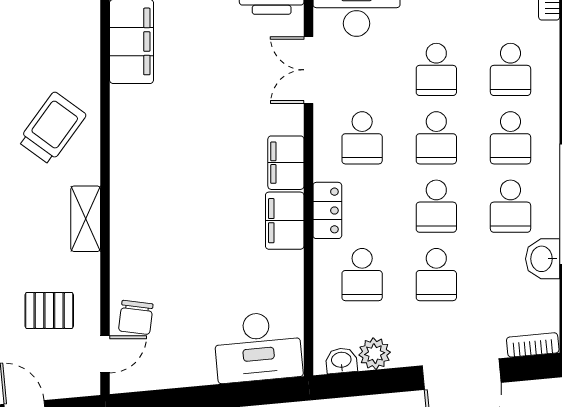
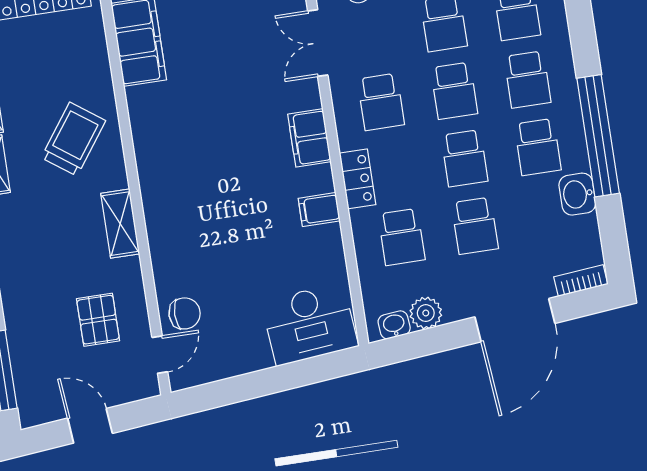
filing cabinet: (285, 221) -> (319, 210), width x0.50
pallet: (49, 310) -> (98, 320), turned 90
chair: (136, 317) -> (185, 313), turned -97

